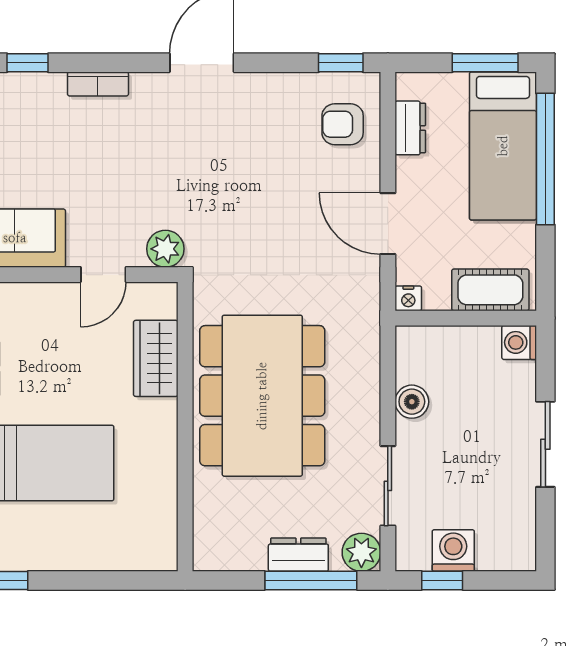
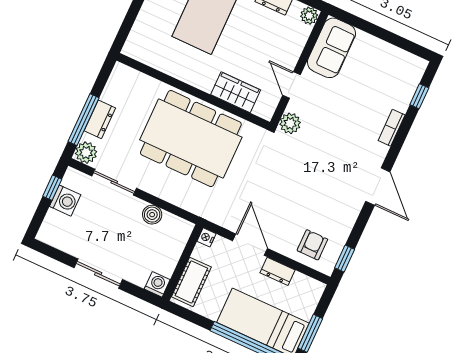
dresser: (410, 128) -> (278, 271), moved
door: (388, 224) -> (250, 245), hinge flipped

